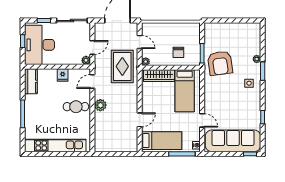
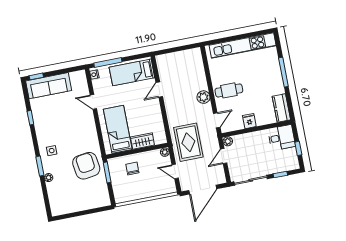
desk: (40, 45) -> (282, 138), width x0.53, depth x0.77
wardrobe: (159, 76) -> (142, 141), width x0.67
sofa: (233, 141) -> (49, 86), width x0.74, depth x0.79

